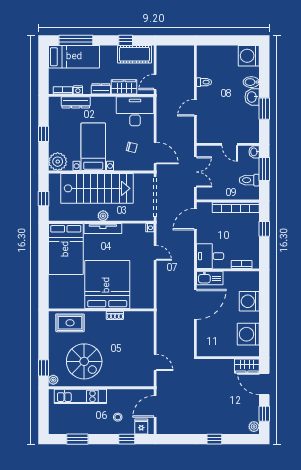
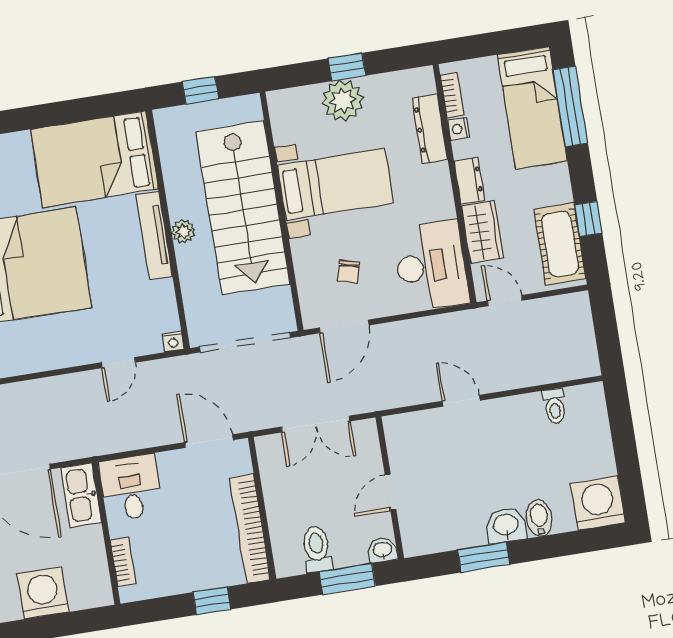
toilet: (204, 82) -> (555, 406), moved
plant: (58, 162) -> (343, 101), moved

